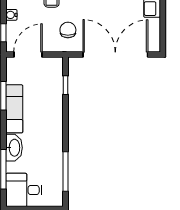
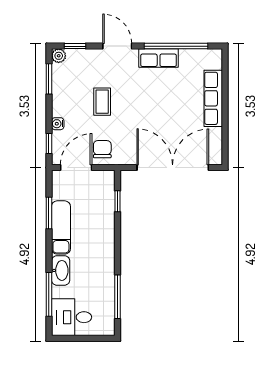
chair: (68, 30) -> (102, 149), moved

